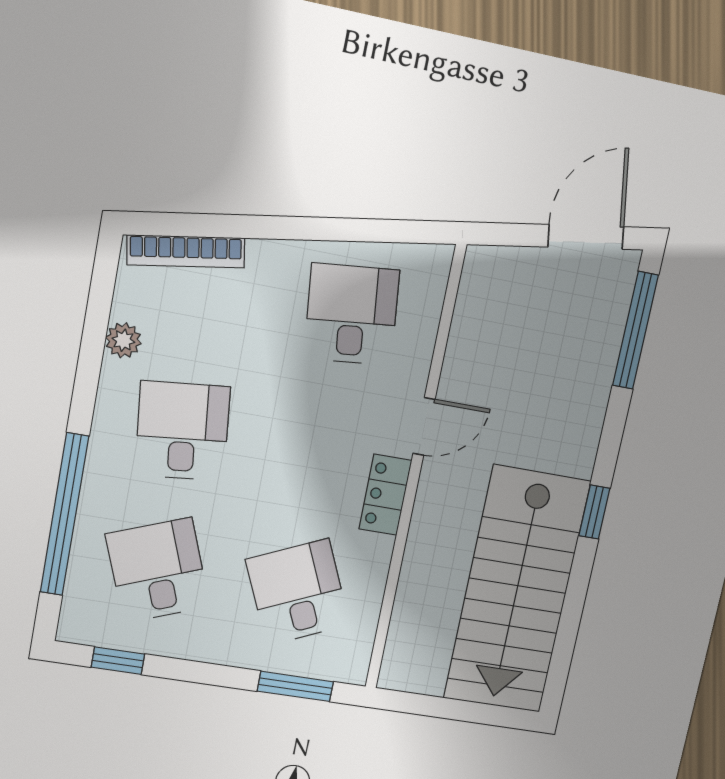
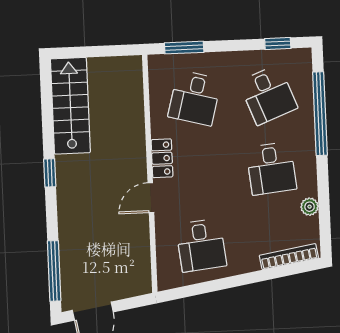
stairs: (517, 590) -> (70, 106), width x0.73, depth x0.66
desk: (298, 592) -> (195, 98), turned 39

